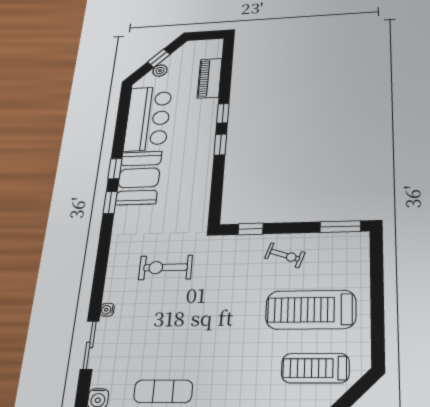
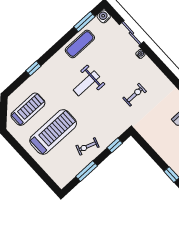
window: (340, 227) -> (87, 171), moved
exercise bike: (166, 267) -> (135, 95), width x0.73, depth x0.72
weight bench: (207, 333) -> (86, 83), added

